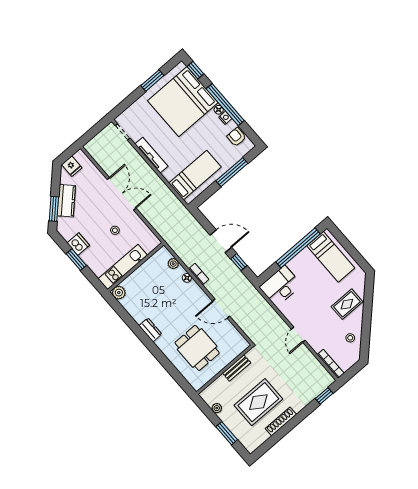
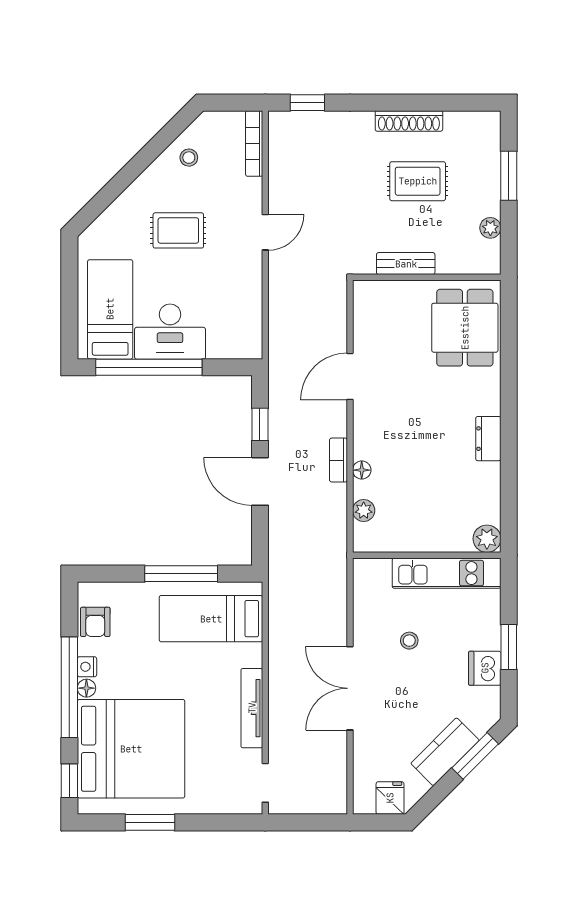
window: (232, 172) -> (181, 574), moved
desk: (281, 286) -> (170, 332), moved
rug: (347, 304) -> (178, 230), moved
door: (221, 309) -> (350, 376), swing flipped
dining table: (197, 348) -> (465, 328), moved
rug: (258, 402) -> (418, 181), width x0.73, depth x0.70

